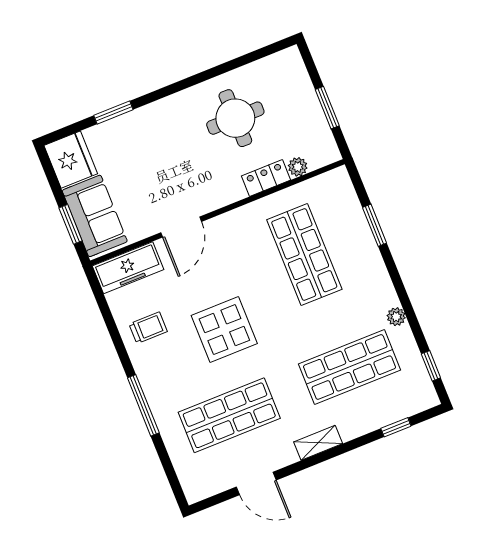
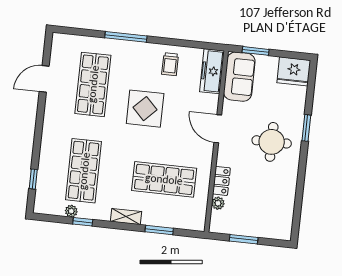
window: (113, 112) -> (306, 128), moved
round table: (235, 118) -> (272, 142), moved
sofa: (95, 216) -> (239, 77), moved, turned -90
door: (181, 227) -> (218, 129), moved
plant: (396, 317) -> (71, 211), moved
window: (431, 366) -> (83, 222), moved
shelving: (318, 443) -> (126, 217), moved, turned 90

